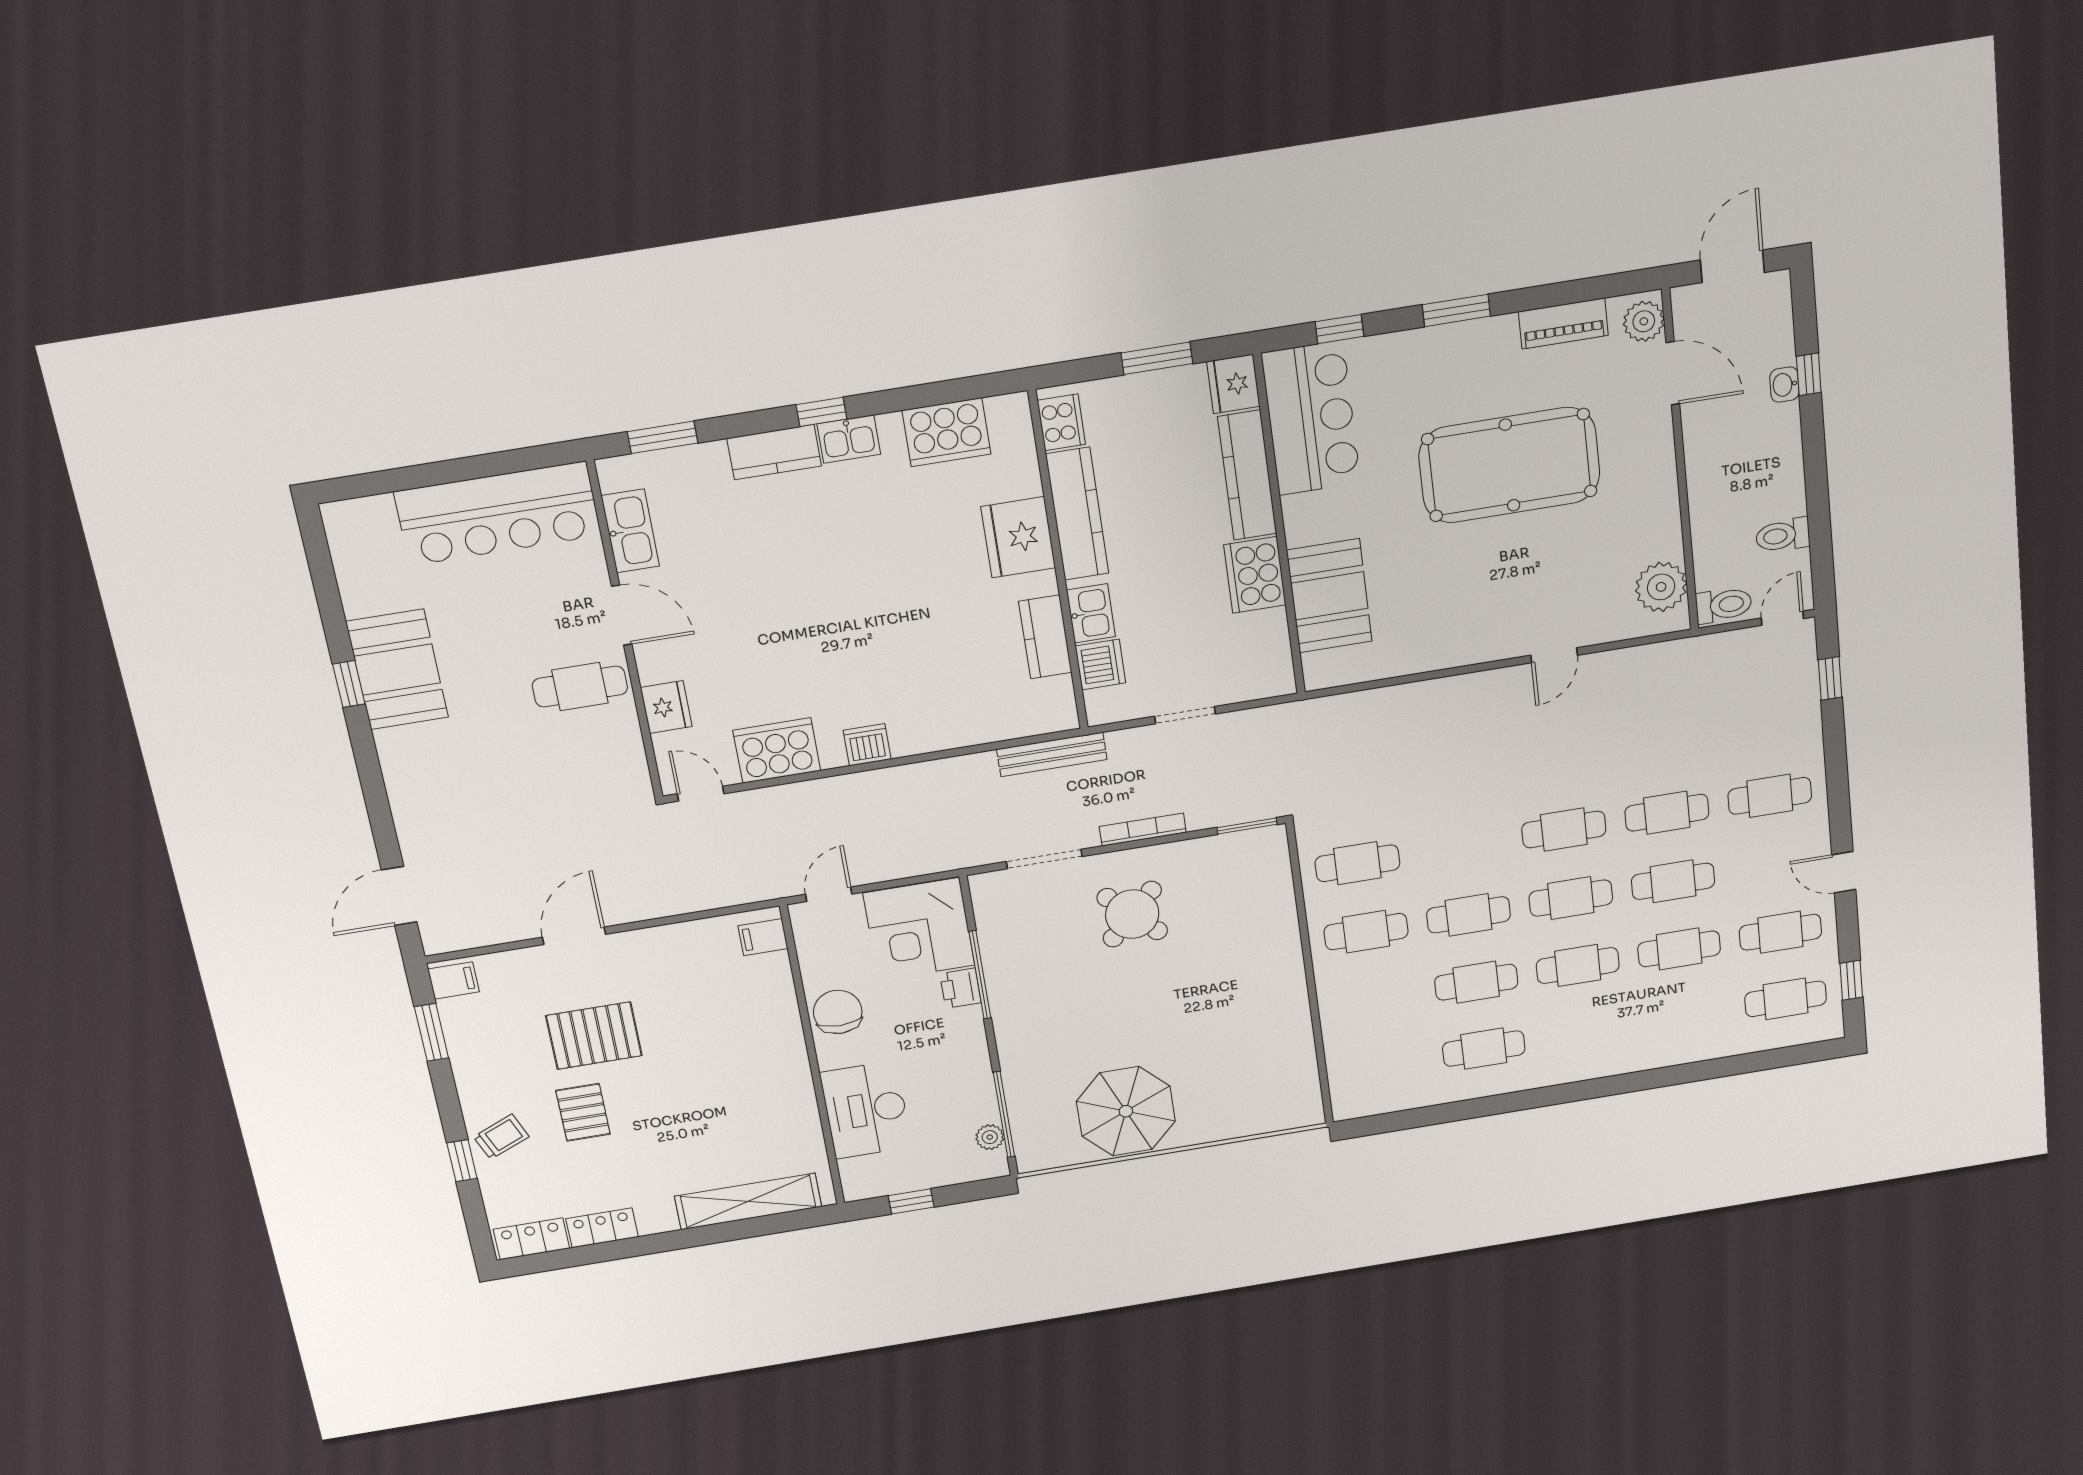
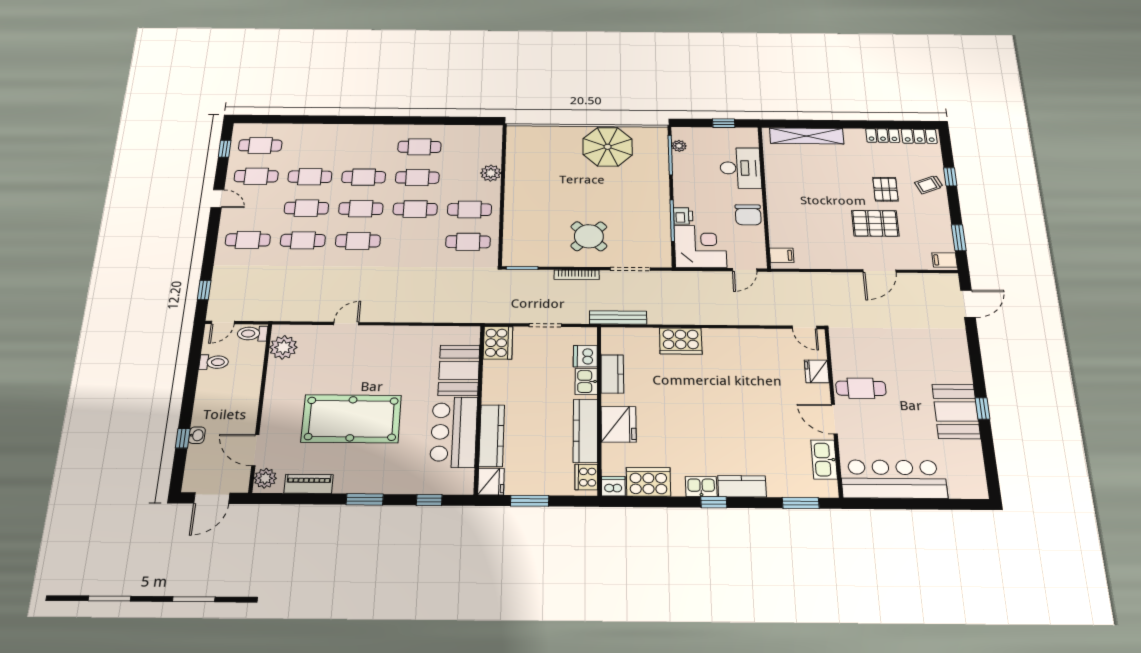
bar counter: (1311, 418) -> (454, 432), moved
cooker: (1255, 575) -> (498, 343), moved
dishwasher: (867, 745) -> (613, 486), moved, turned 180
cooker: (777, 751) -> (681, 341), moved
plant: (1339, 1016) -> (491, 173), added

